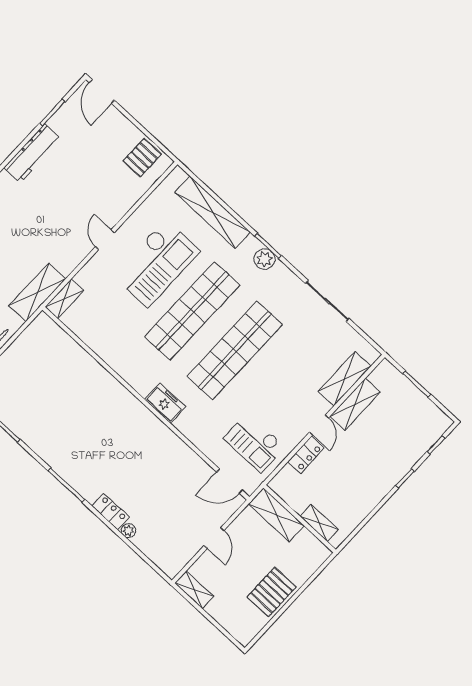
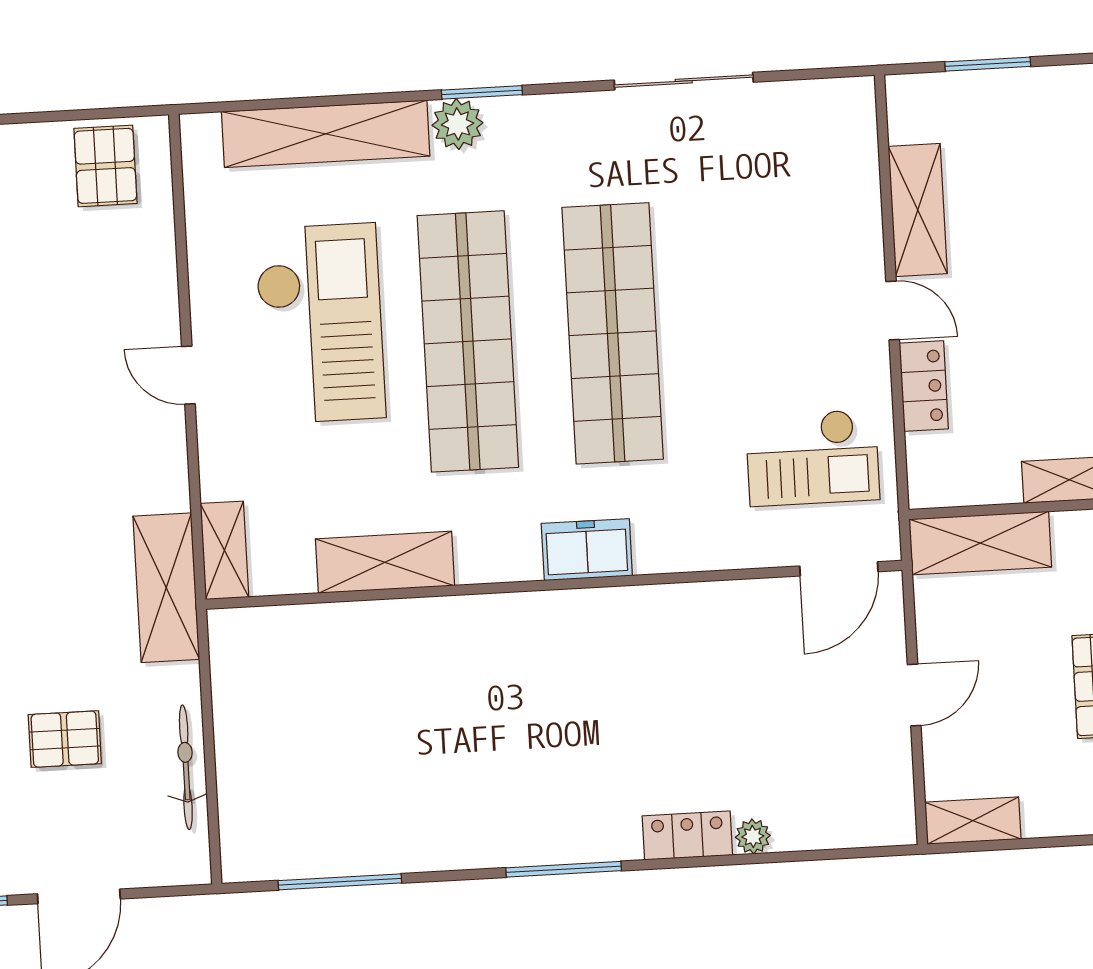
plant: (264, 259) -> (458, 124), moved
shelving: (344, 379) -> (385, 562), moved, turned 90
door: (214, 538) -> (914, 695), hinge flipped

